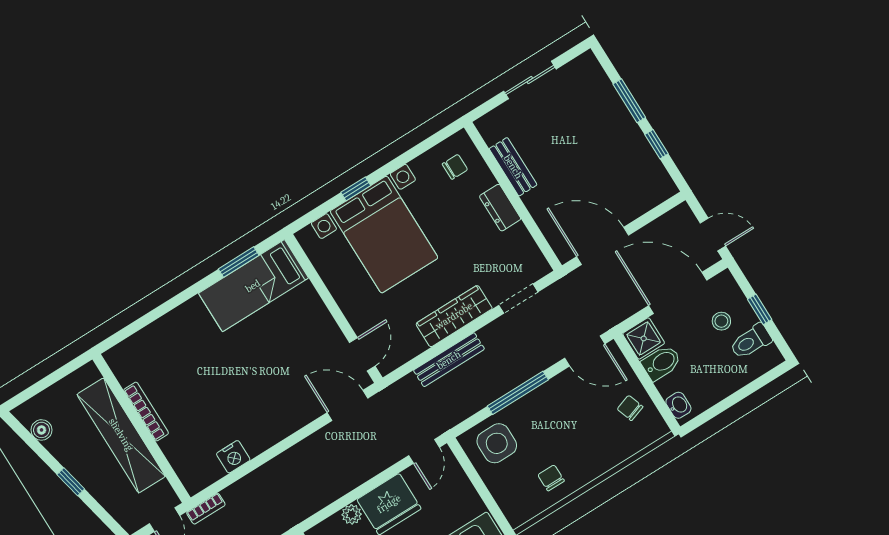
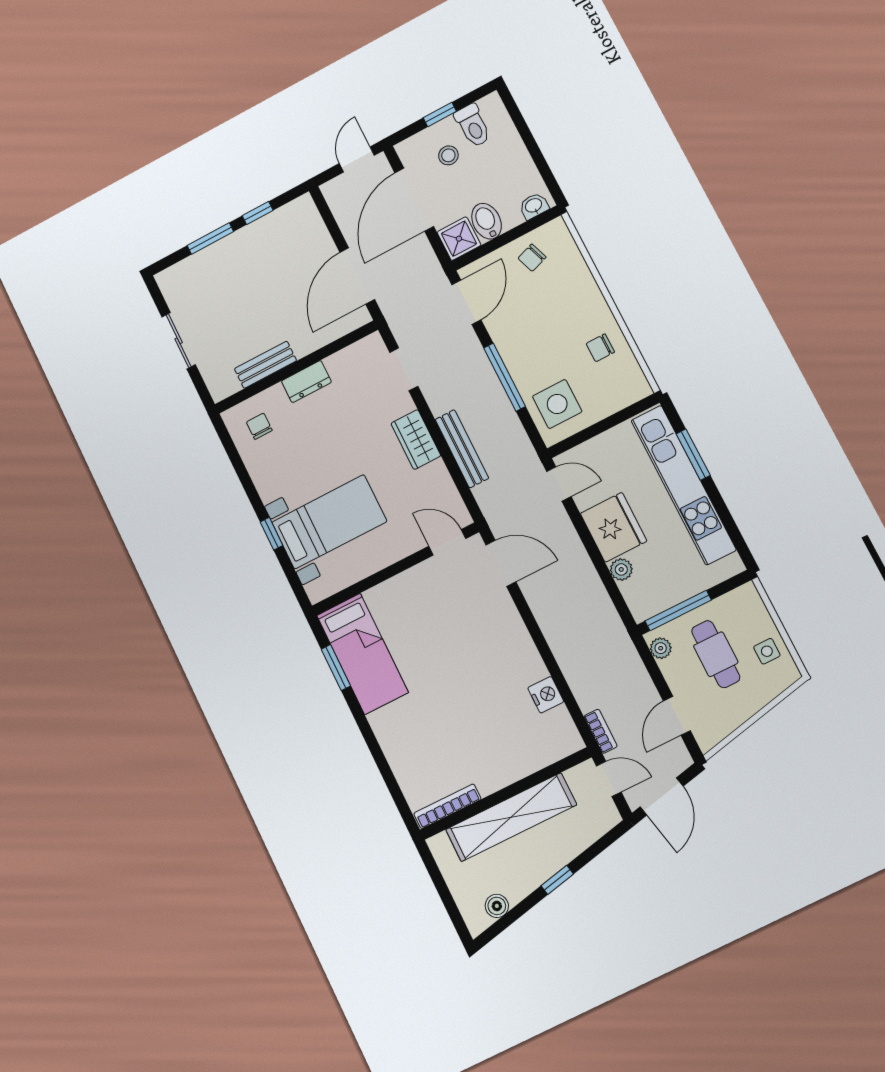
bed with nightstands: (384, 235) -> (329, 522), width x0.73
wardrobe: (454, 316) -> (416, 440), width x0.67
door: (348, 405) -> (501, 563), swing flipped
bookcase: (146, 412) -> (447, 806), moved

